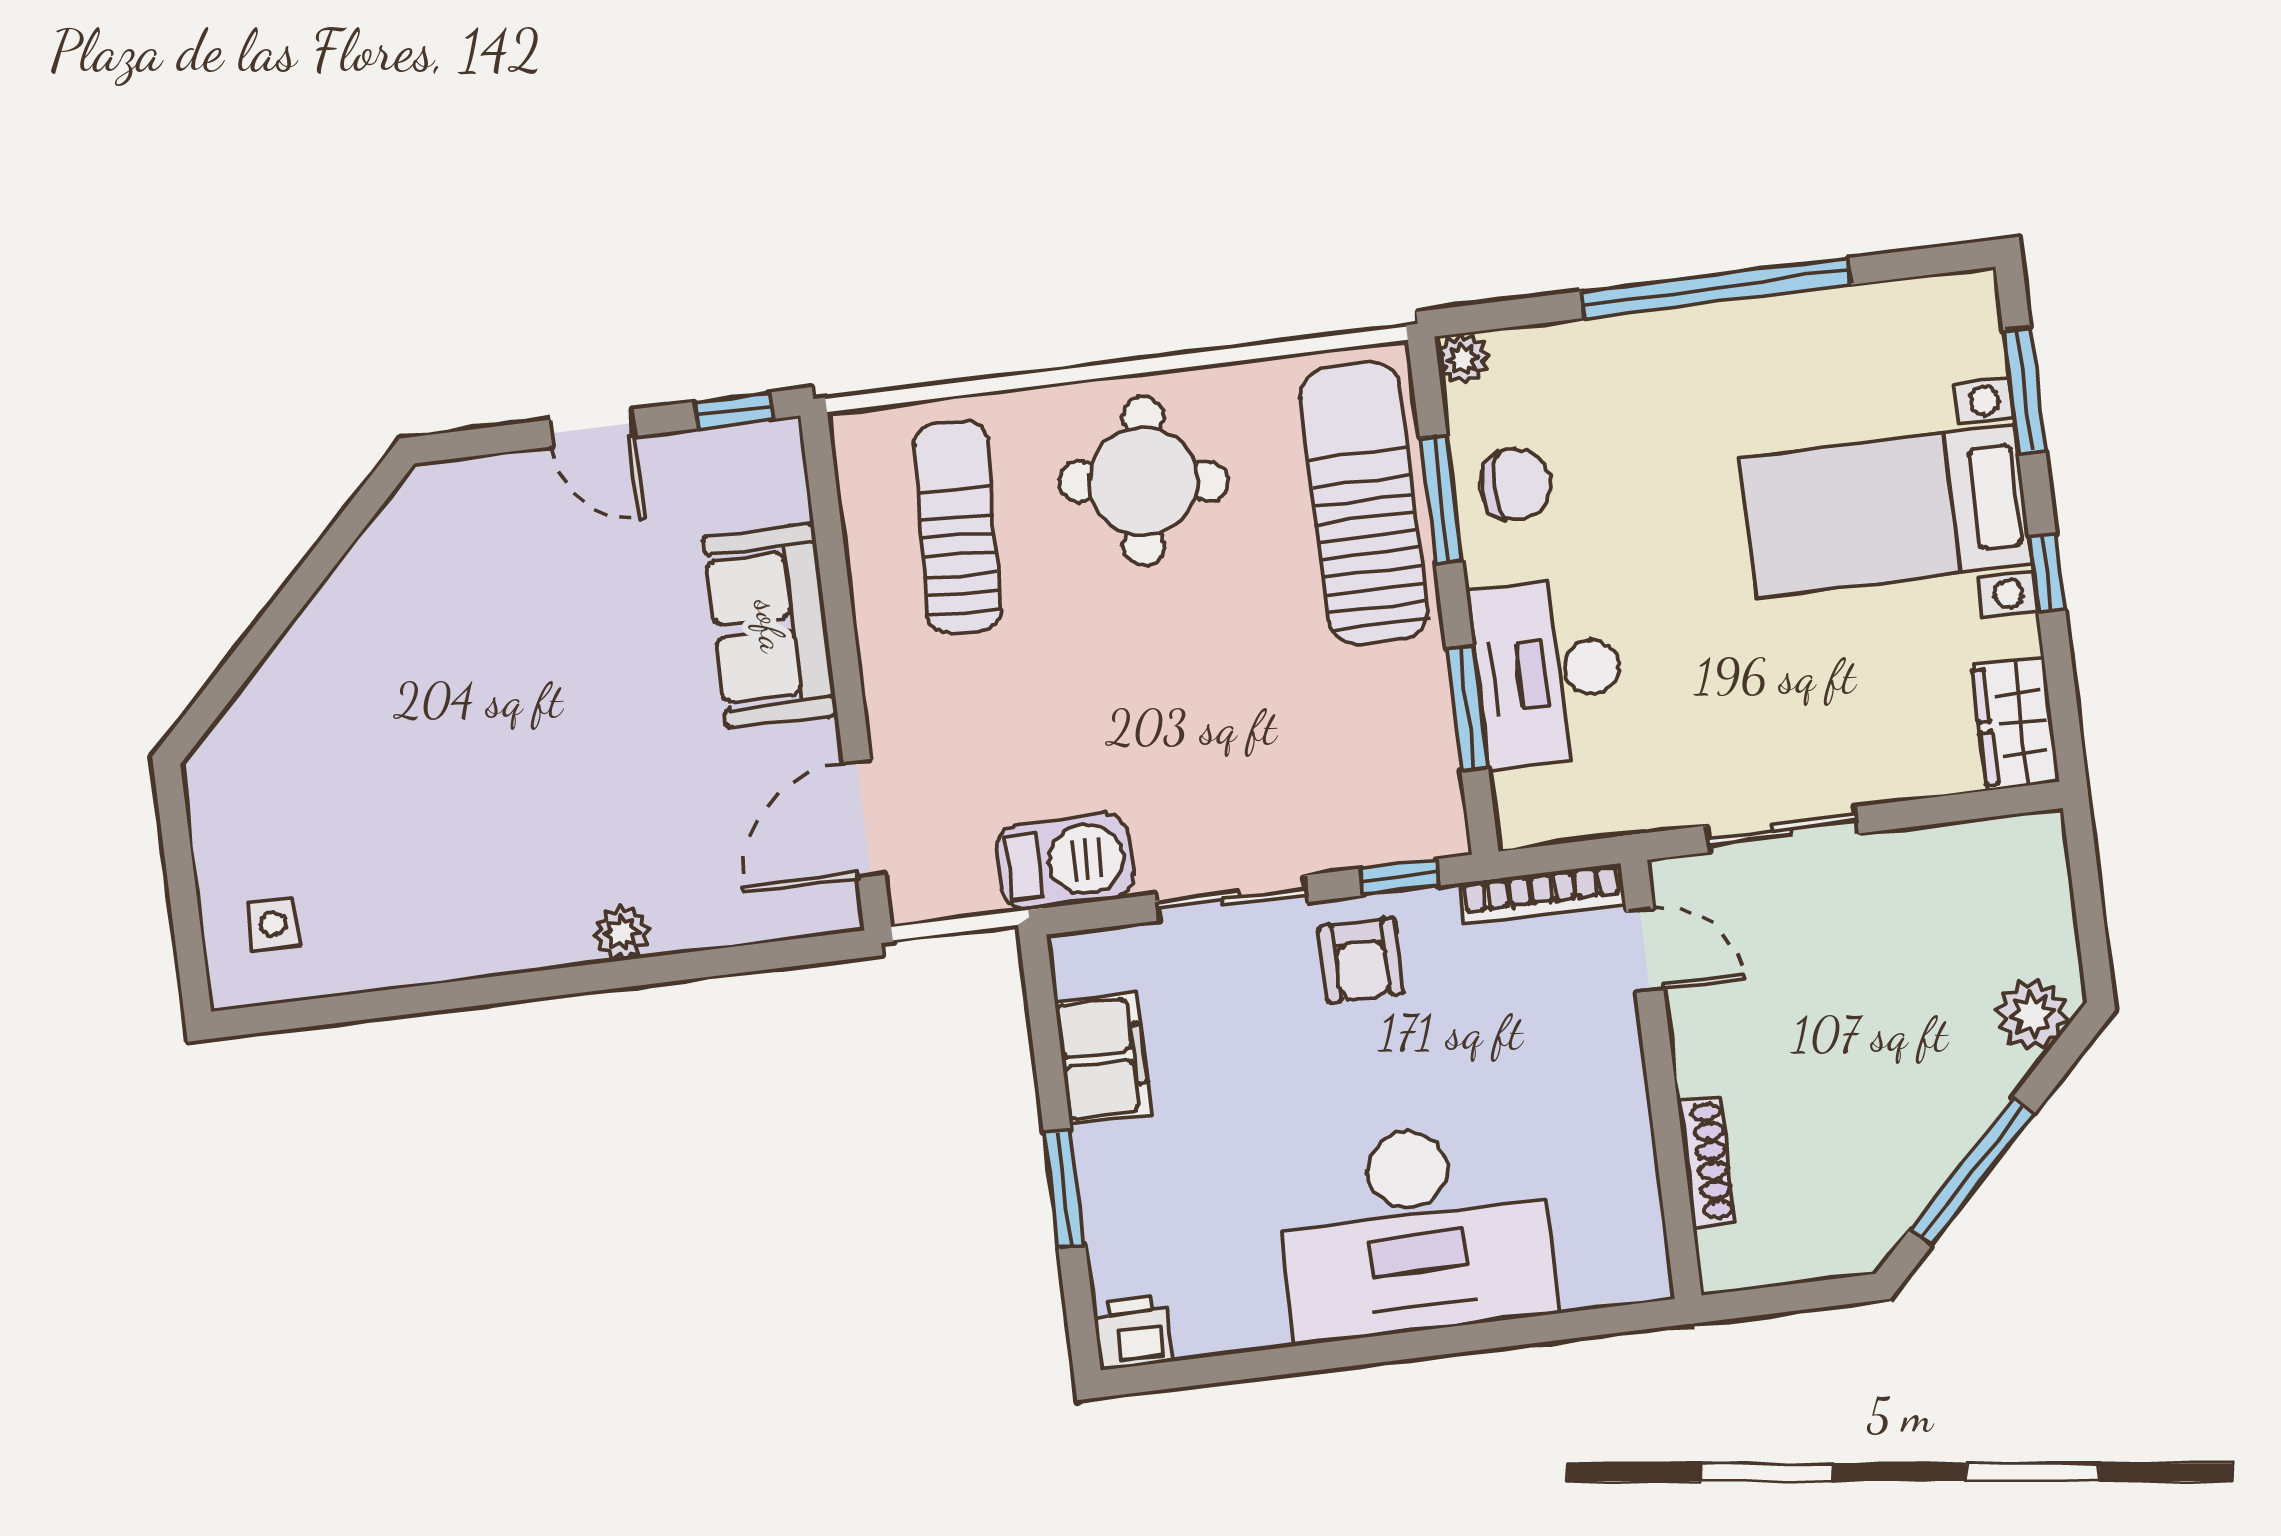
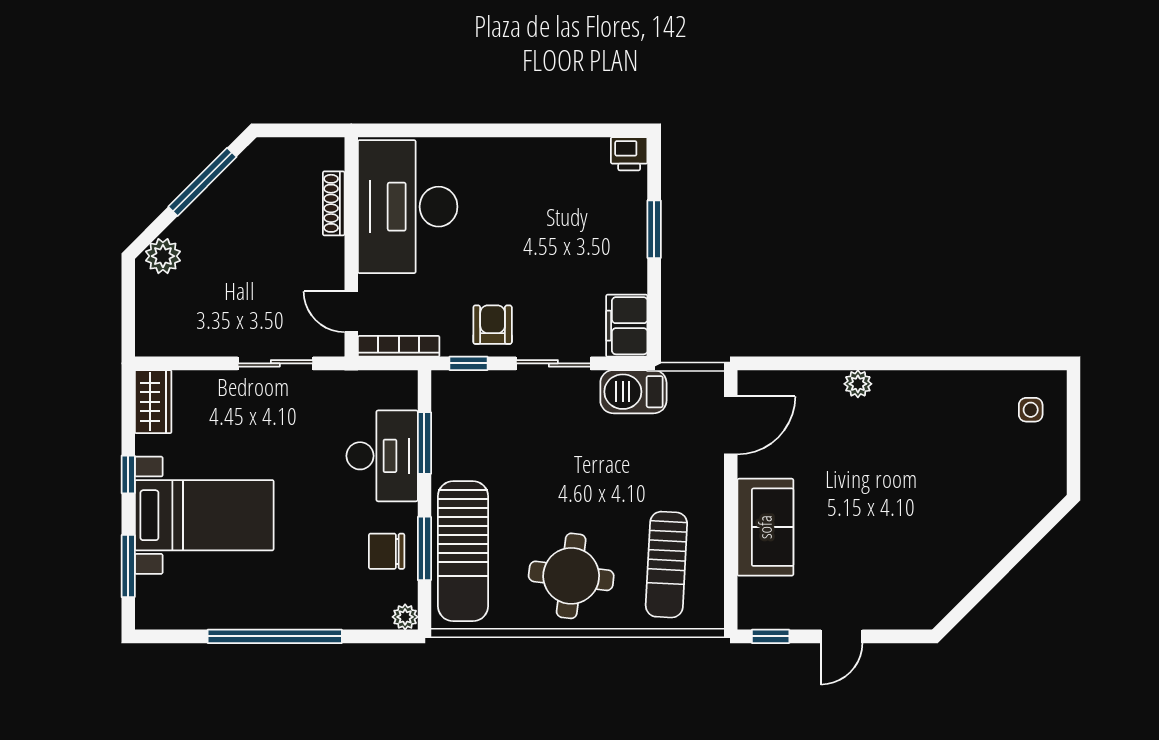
door: (592, 428) -> (842, 636), swing flipped
filing cabinet: (1103, 1058) -> (627, 326), moved
desk: (1415, 1231) -> (408, 207), moved, turned -90

